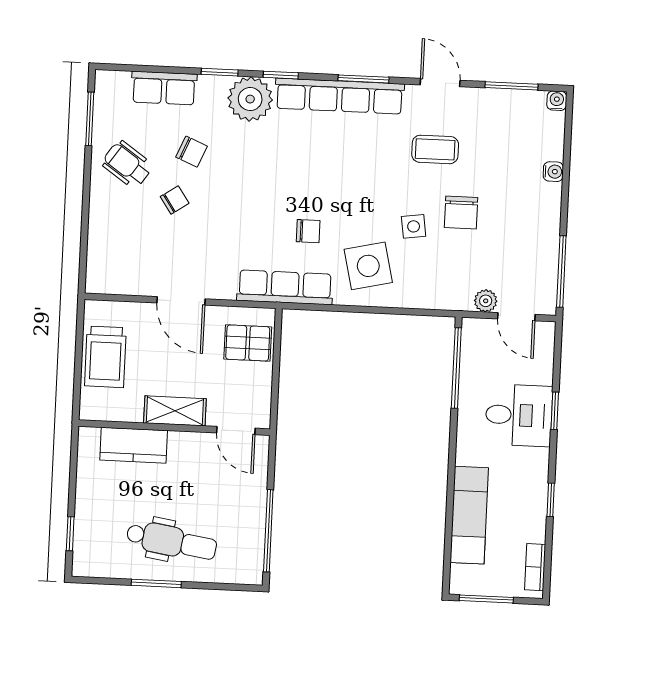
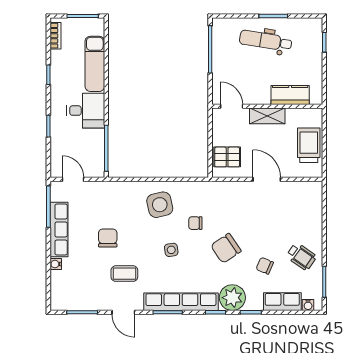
water cooler: (557, 101) -> (308, 305), moved
chair: (175, 200) -> (226, 248), moved, width x1.87, depth x1.87
side table: (414, 226) -> (171, 250), moved
row of seats: (285, 287) -> (59, 230), moved, turned -90
plant: (486, 301) -> (91, 188), removed
desk: (519, 415) -> (86, 111), moved, turned 180

